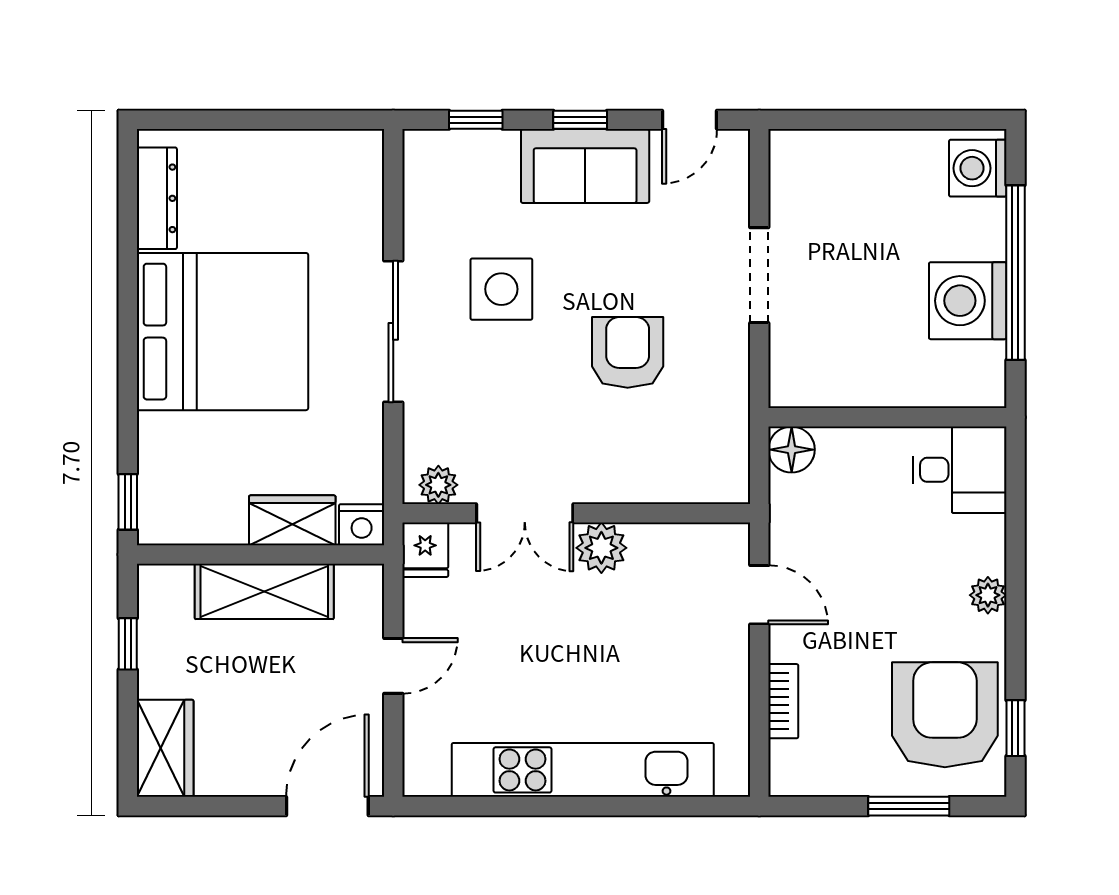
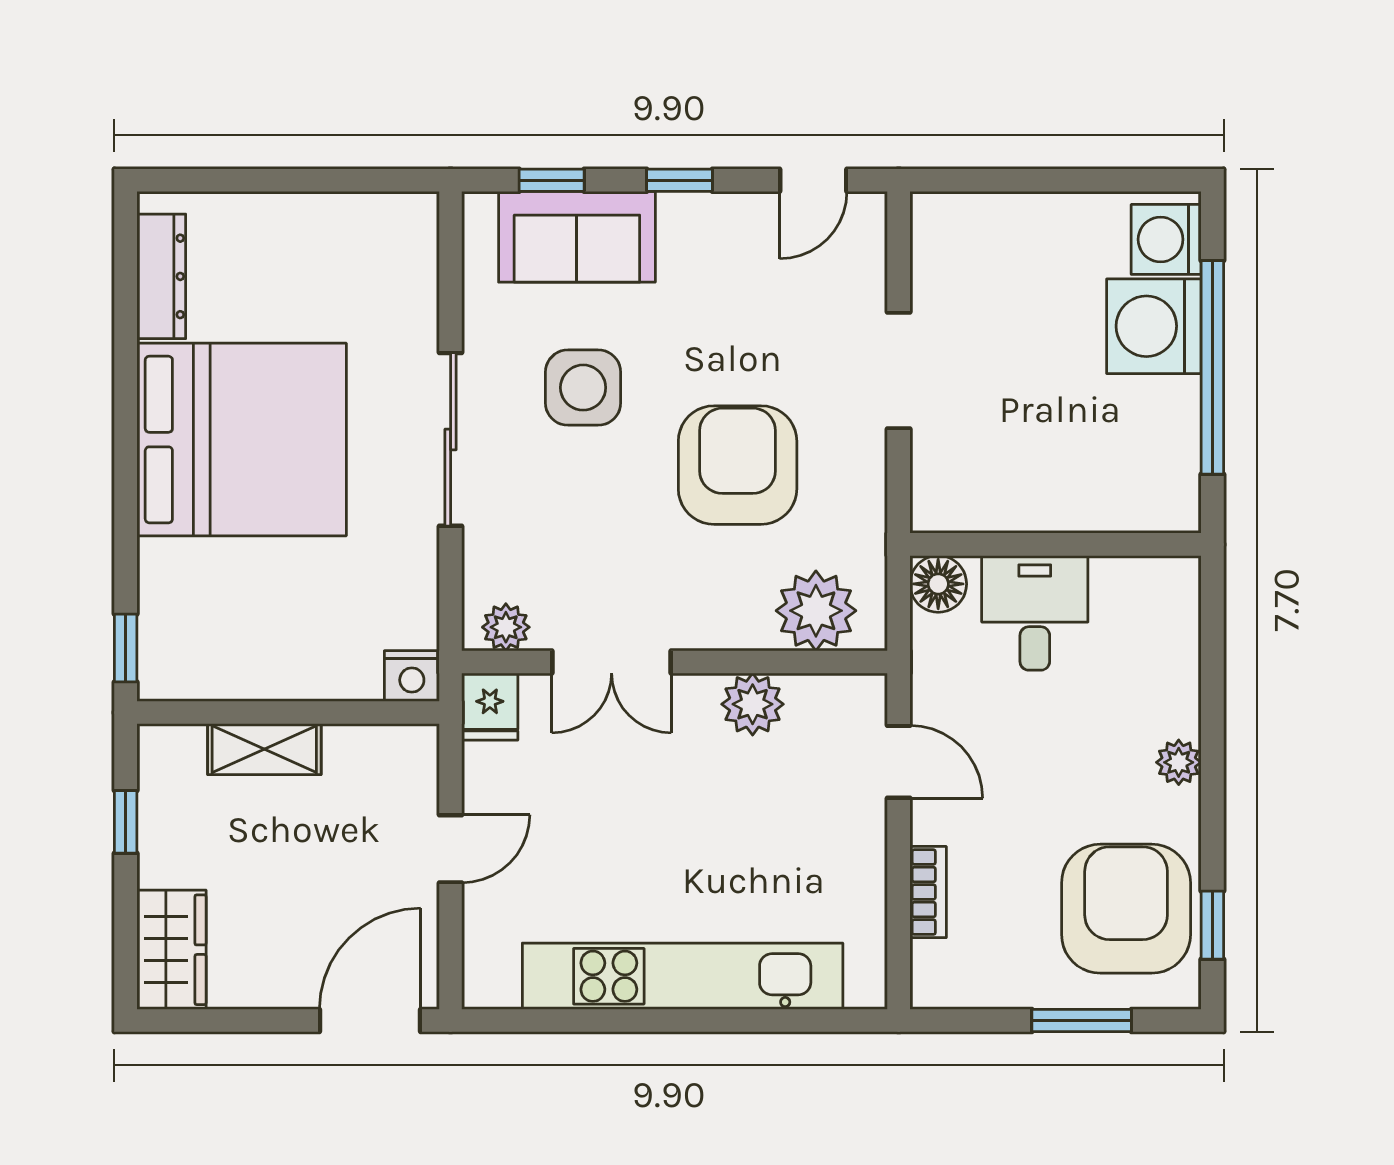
sofa: (585, 166) -> (577, 237), moved
washing machine: (968, 301) -> (1154, 326), moved
armchair: (628, 352) -> (738, 465), width x1.36, depth x1.36
desk: (959, 470) -> (1035, 613), moved, turned -90
plant: (692, 471) -> (816, 611), added
wardrobe: (292, 520) -> (327, 671), removed
plant: (601, 548) -> (753, 704), moved
shelving: (264, 591) -> (264, 749), width x0.67, depth x0.75

